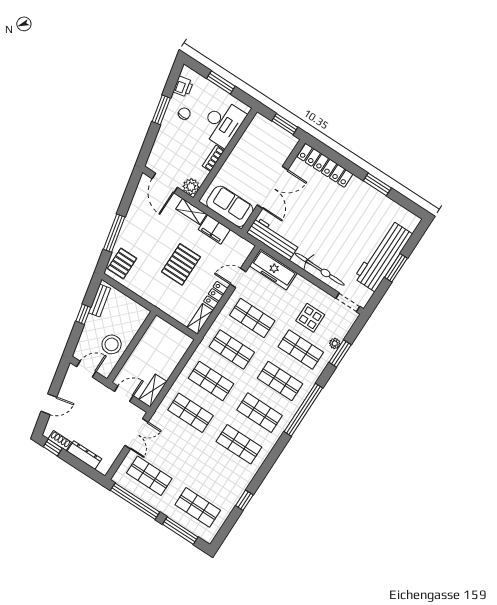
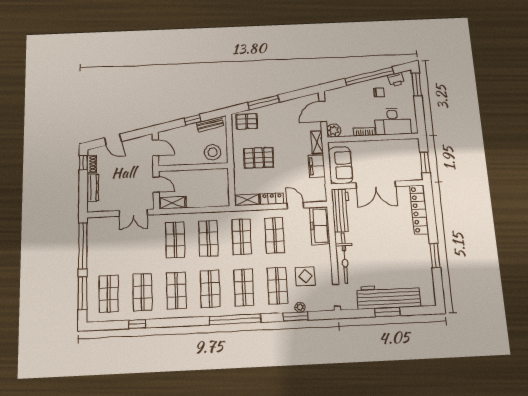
window: (221, 82) -> (417, 85), moved
window: (161, 110) -> (369, 76), width x2.11
pallet: (181, 264) -> (259, 158), moved
stool: (112, 344) -> (213, 152), moved
shop shelf: (149, 476) -> (143, 292), moved

